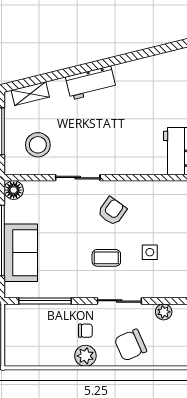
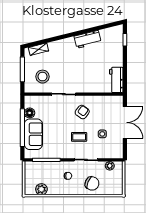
workbench: (91, 83) -> (88, 39), moved
floor lamp: (14, 190) -> (30, 113), moved
chair: (130, 345) -> (92, 183), turned -133
plant: (85, 356) -> (41, 189), moved

